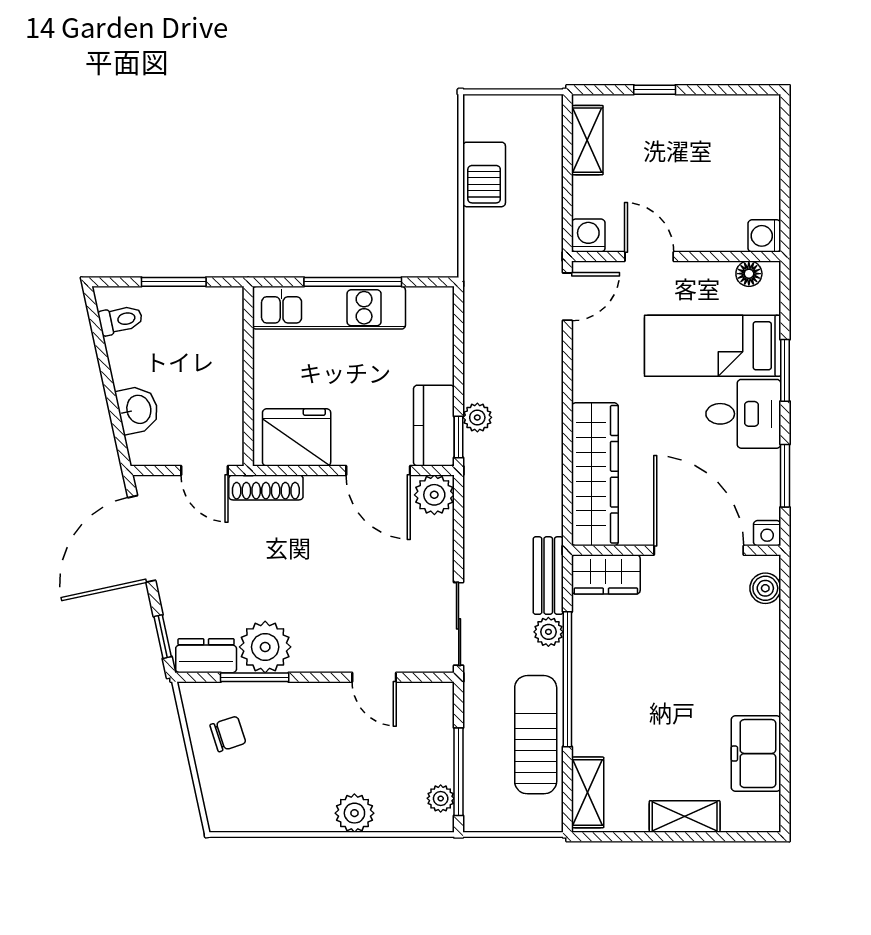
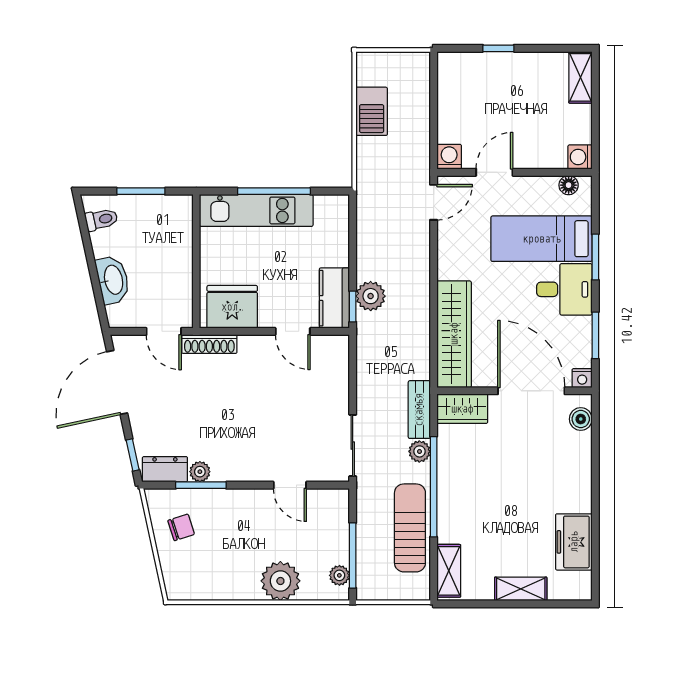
shelving: (587, 140) -> (580, 77), moved
door: (649, 256) -> (494, 172), hinge flipped
washbasin: (138, 410) -> (113, 280), width x1.38
plant: (477, 417) -> (371, 296), width x1.38, depth x1.38
door: (378, 470) -> (293, 331), width x0.73
plant: (434, 495) -> (335, 350), removed
plant: (265, 647) -> (200, 472), width x0.53, depth x0.53
plant: (354, 813) -> (280, 581), width x1.36, depth x1.36

